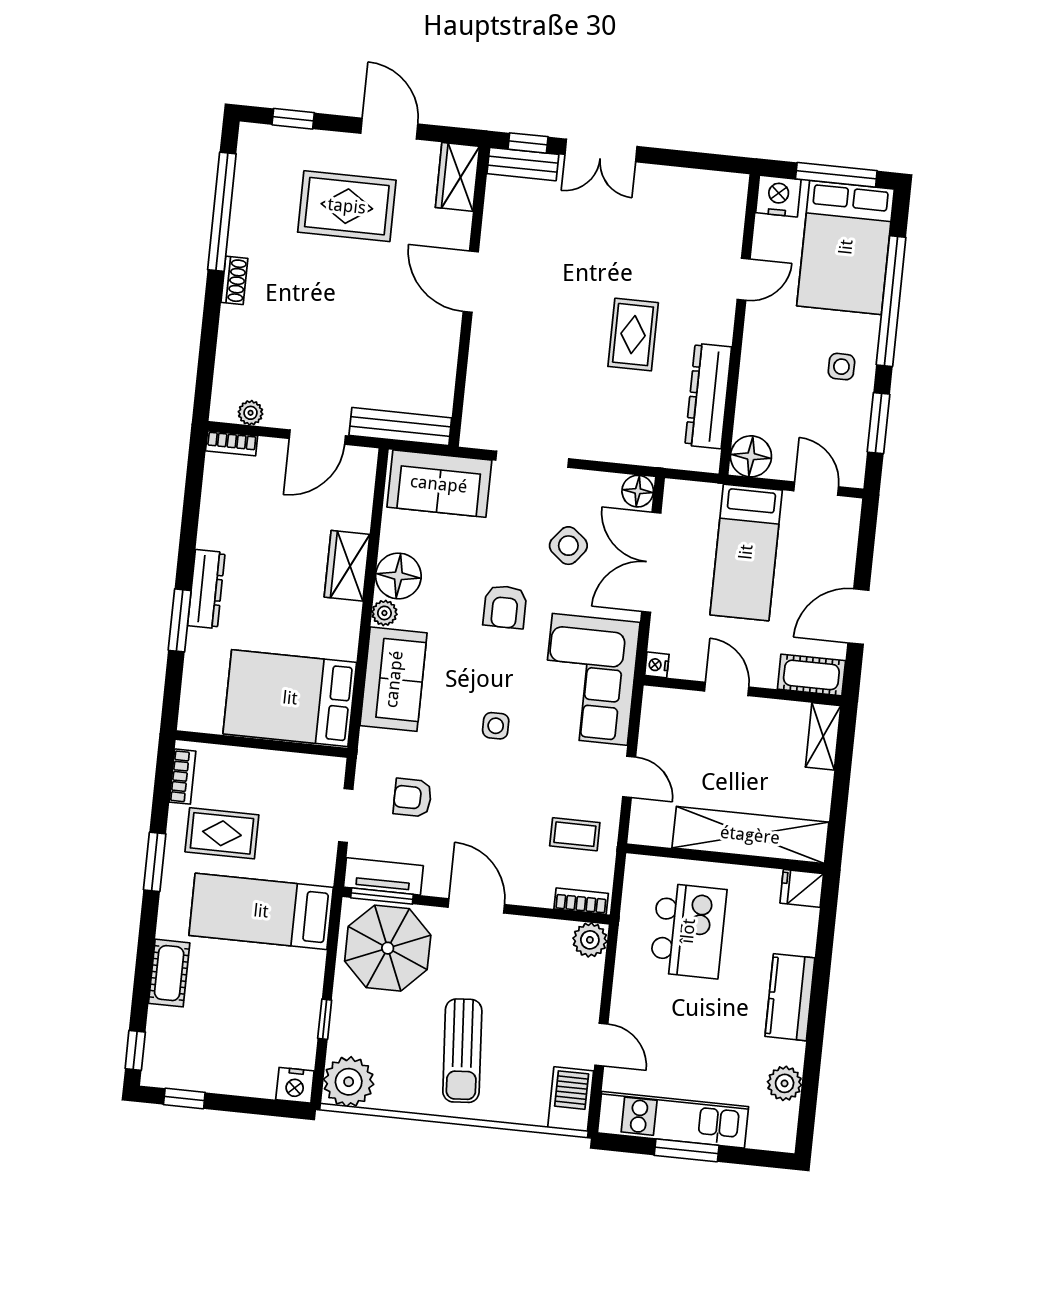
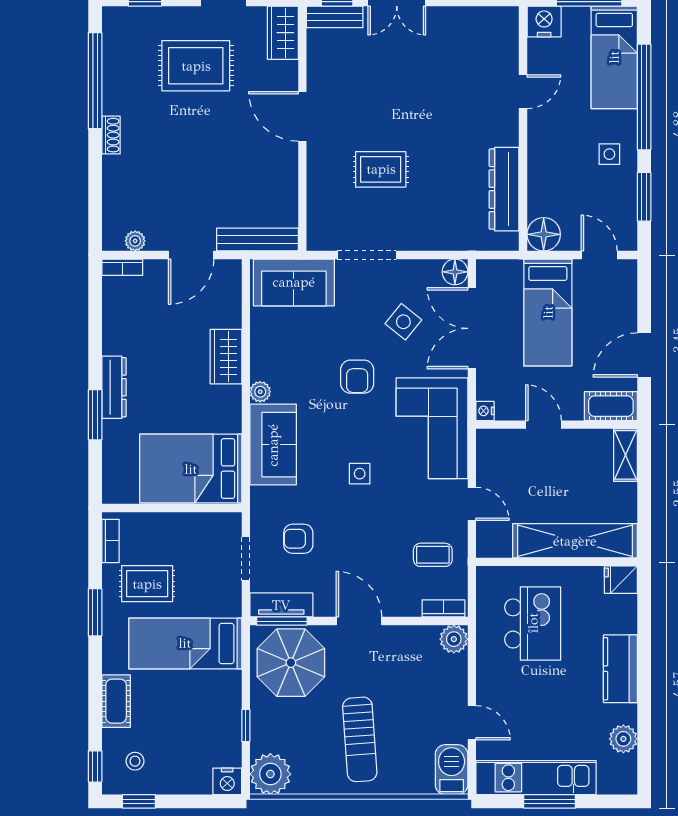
bed: (846, 247) -> (614, 57), width x0.67
rug: (633, 335) -> (381, 169), moved, turned 90
floor lamp: (398, 576) -> (268, 361), removed
stool: (185, 1049) -> (135, 761), added

